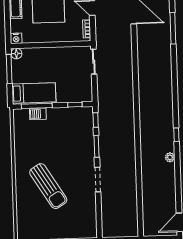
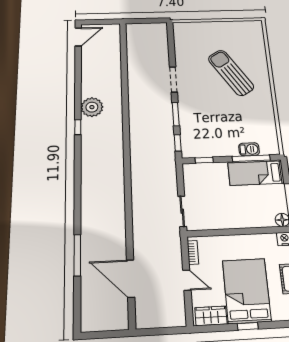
plant: (170, 157) -> (92, 107), width x1.88, depth x1.88

